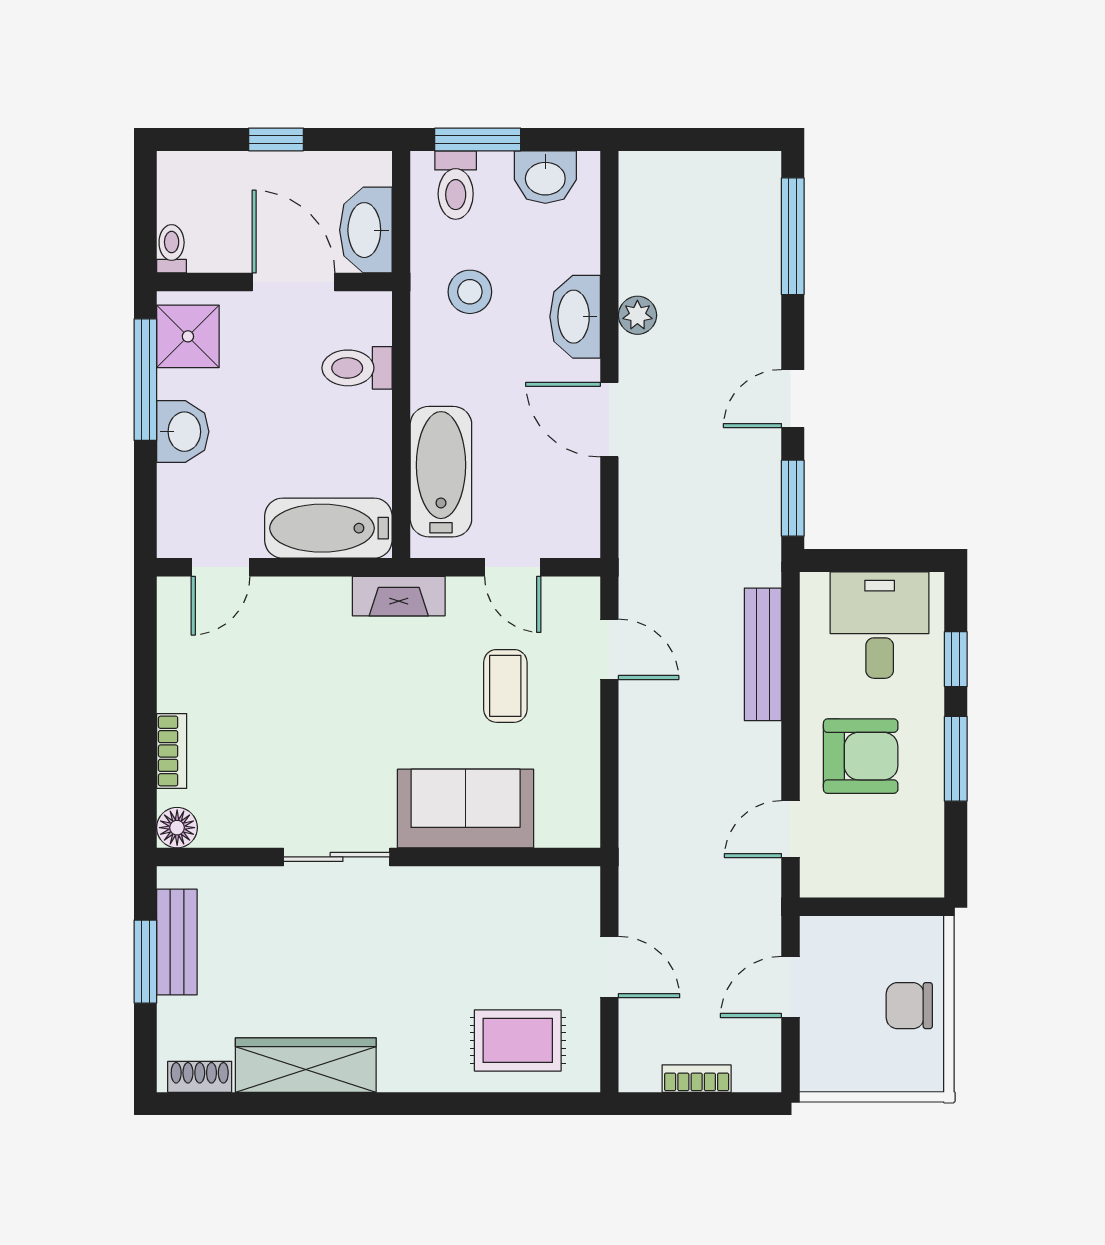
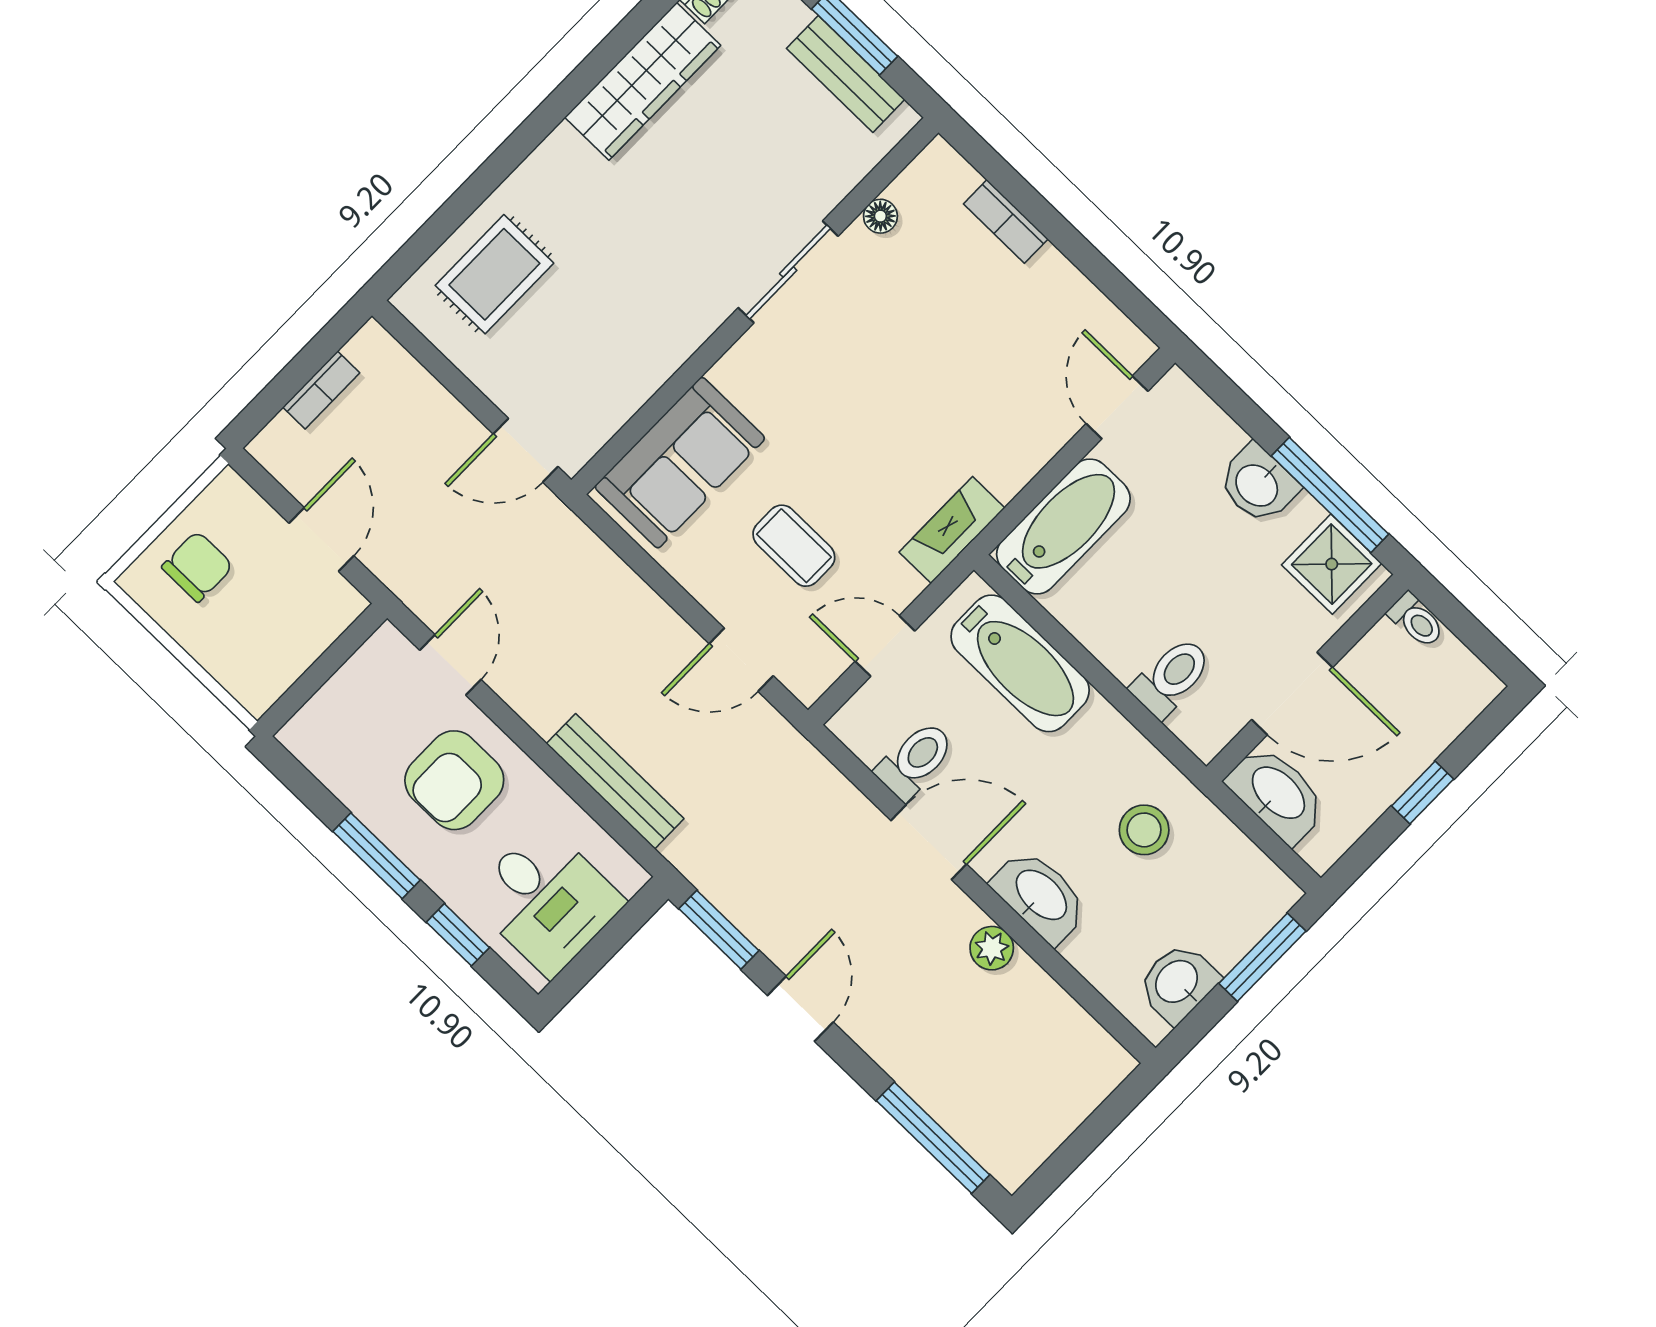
toilet: (456, 185) -> (915, 760), moved, turned 90
sofa: (466, 809) -> (680, 463), moved
floor lamp: (177, 828) -> (880, 216), moved, width x0.73, depth x0.73
door: (609, 967) -> (526, 450), moved
chair: (909, 1006) -> (197, 567), moved

